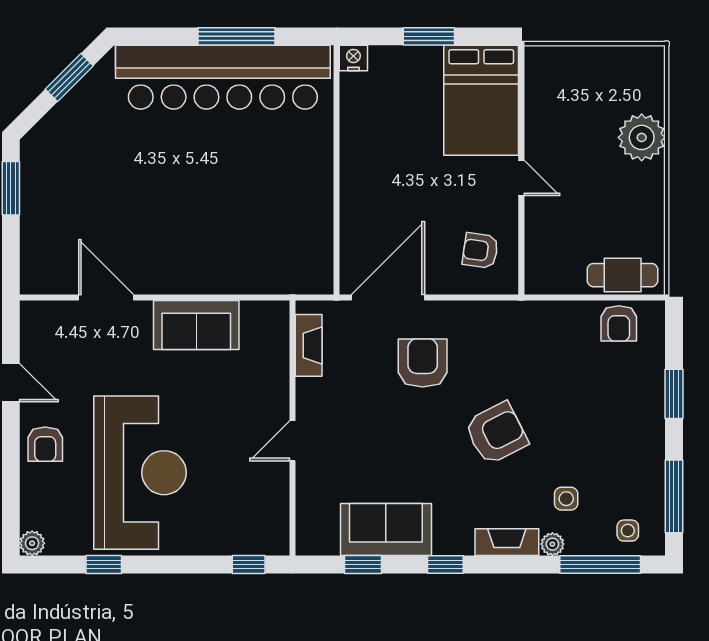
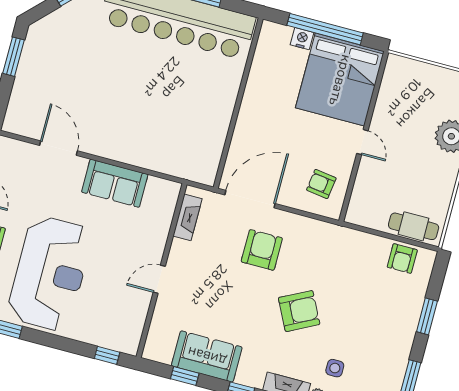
window: (429, 36) -> (325, 29), width x2.11
nightstand: (353, 58) -> (302, 39), moved
bed: (481, 100) -> (340, 80), width x1.36

